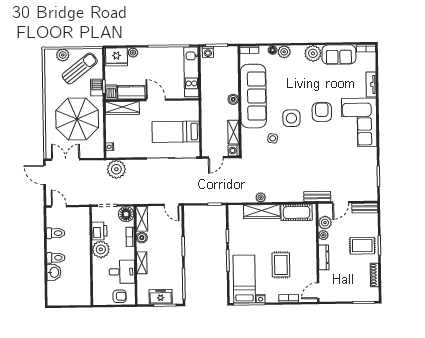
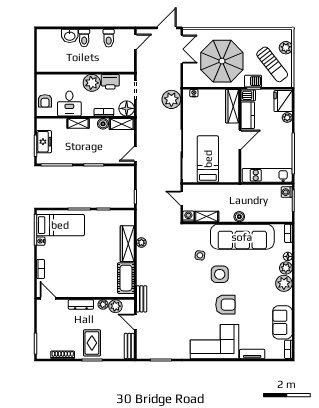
plant: (313, 53) -> (284, 283), moved
rug: (281, 265) -> (74, 262), removed

